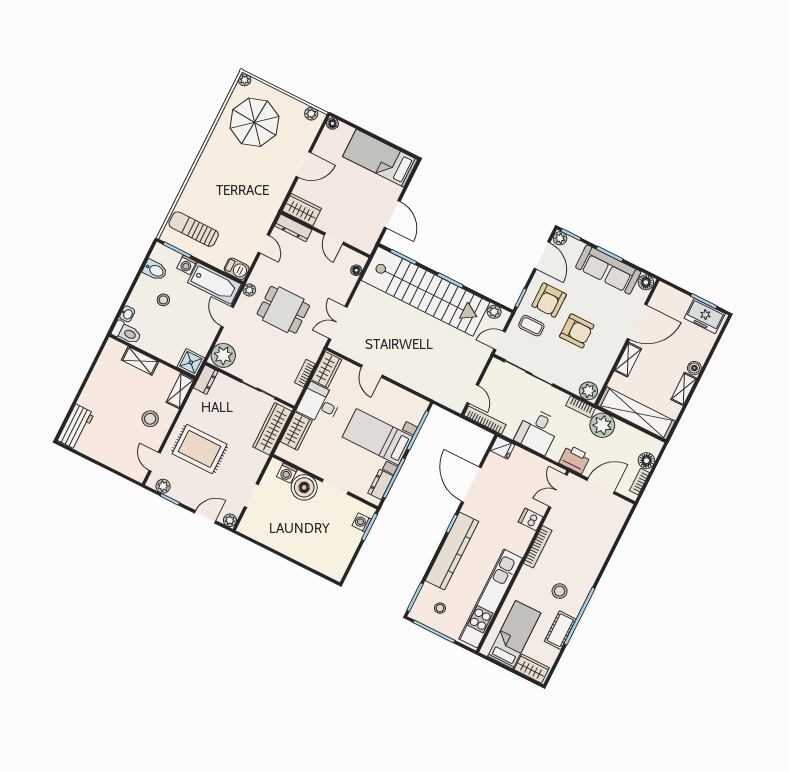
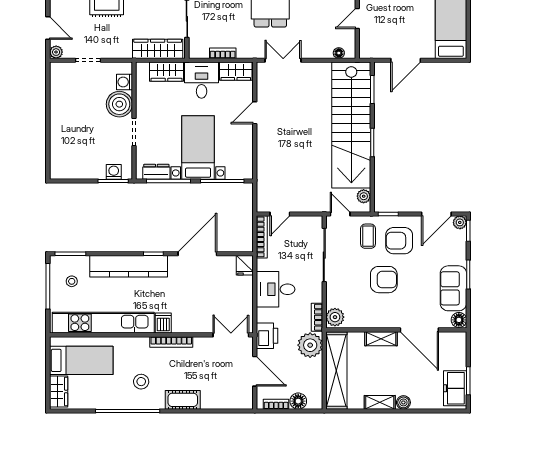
sofa: (608, 270) -> (453, 288), width x0.73
armchair: (577, 331) -> (384, 280), turned -90
dishwasher: (531, 519) -> (163, 323), moved
cot: (560, 630) -> (183, 400), moved

